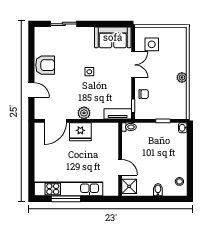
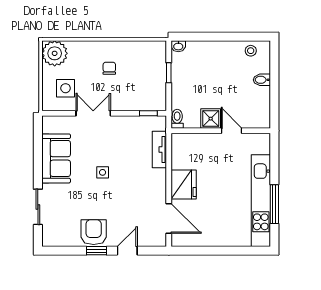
sofa: (113, 37) -> (56, 158), moved
window: (31, 67) -> (96, 251), added
plant: (182, 77) -> (55, 53), moved, width x1.88, depth x1.88
chair: (144, 94) -> (109, 68), moved
plant: (84, 113) -> (158, 180), removed
tv unit: (118, 114) -> (159, 149), moved
door: (120, 167) -> (232, 131), hinge flipped
shower: (129, 186) -> (211, 119), moved

